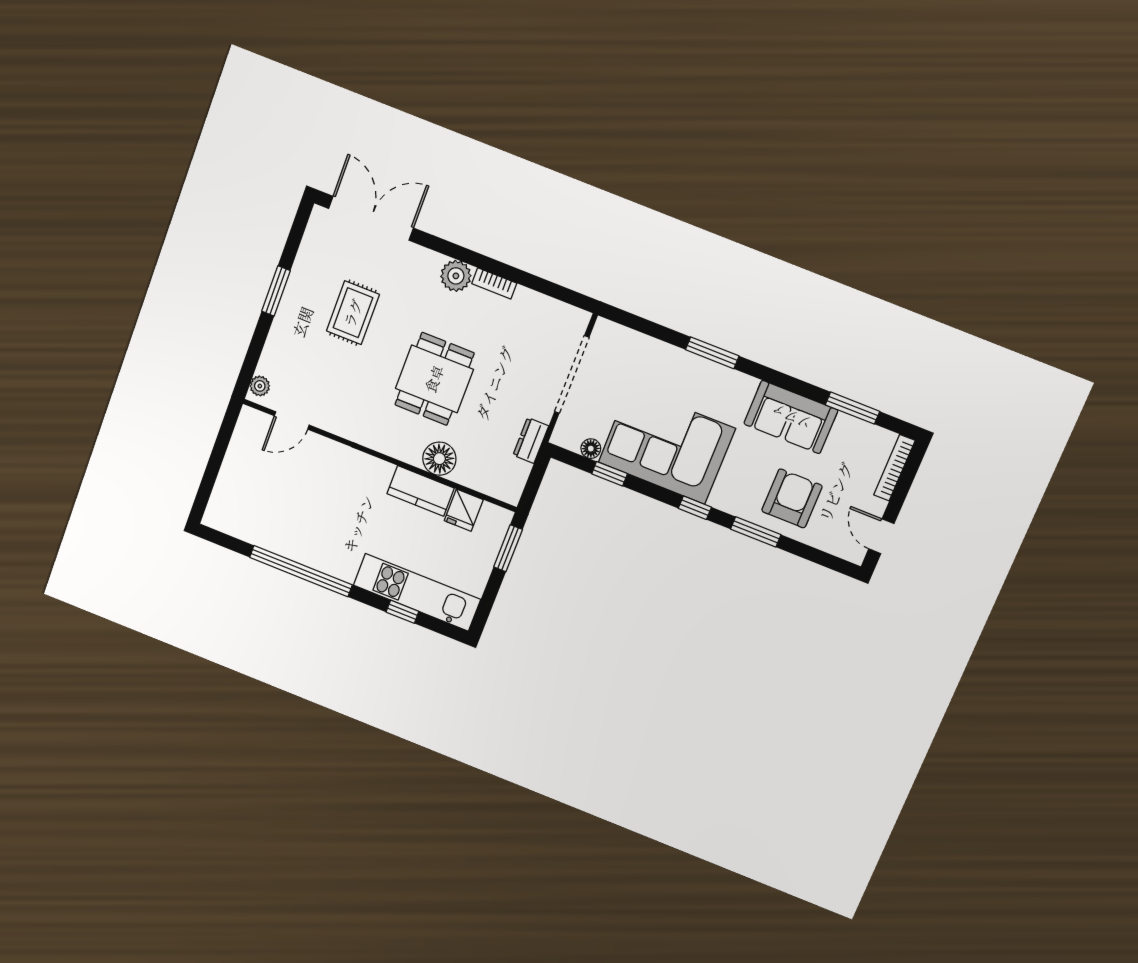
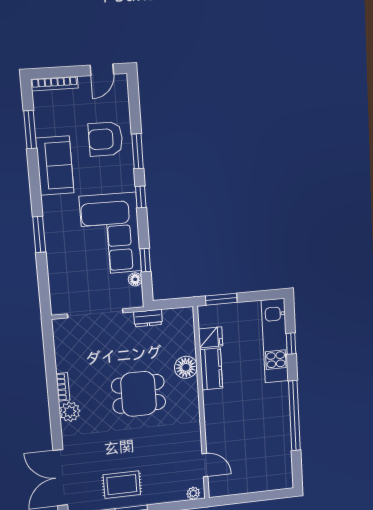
rug: (353, 313) -> (122, 485), moved

